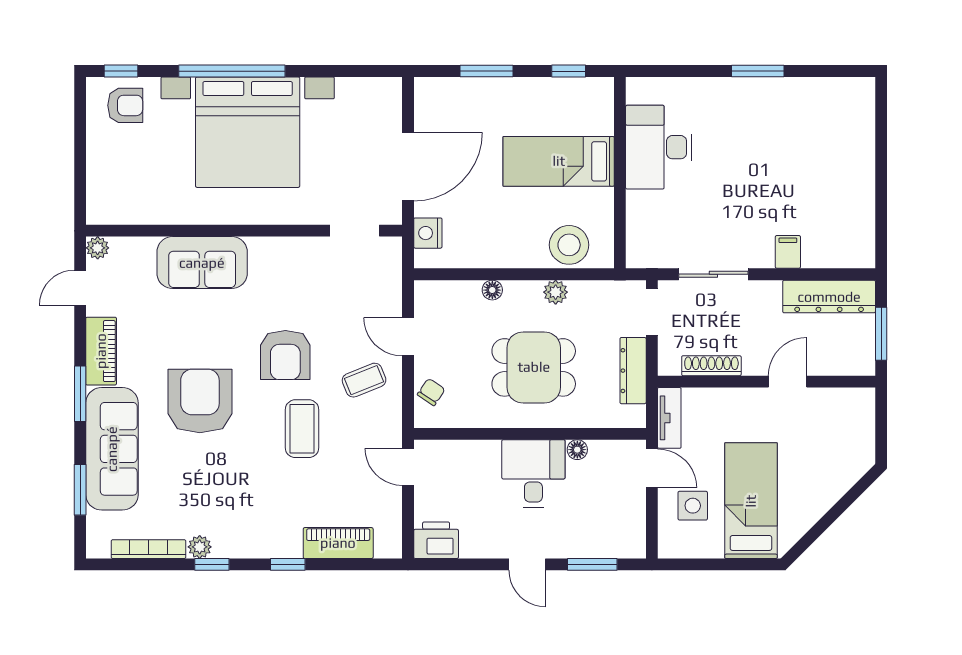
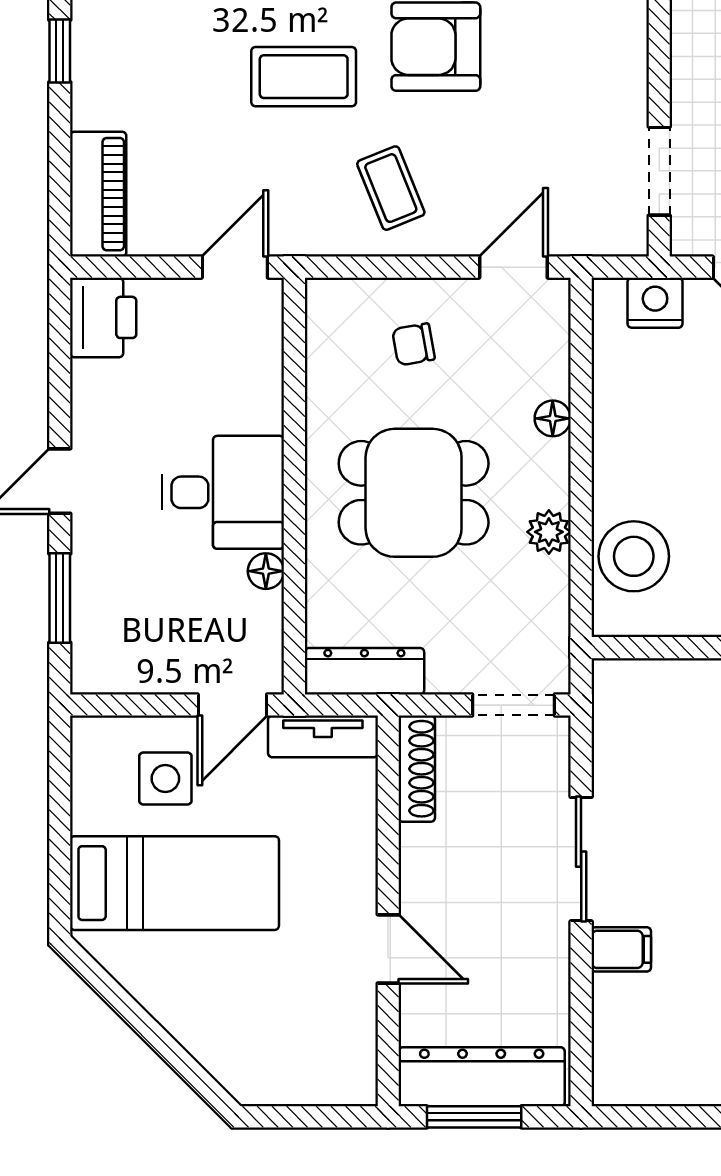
sliding door: (713, 274) -> (581, 859), moved
dresser: (829, 297) -> (482, 1077), moved, turned 90
door: (408, 337) -> (513, 267), moved
shoe rack: (711, 366) -> (417, 769), moved
dining table: (534, 367) -> (414, 493), turned 90
dresser: (633, 371) -> (364, 671), moved
chair: (431, 392) -> (413, 344), moved, turned 136
piano: (338, 543) -> (98, 194), moved

